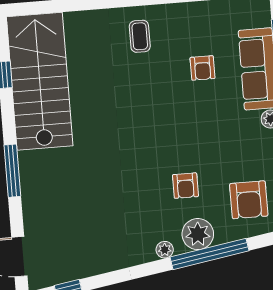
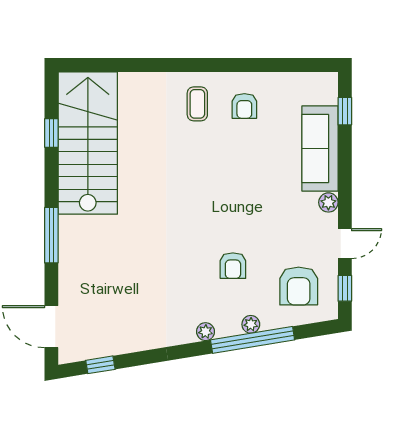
armchair: (202, 68) -> (244, 106), moved
plant: (198, 234) -> (251, 324), width x0.53, depth x0.53

